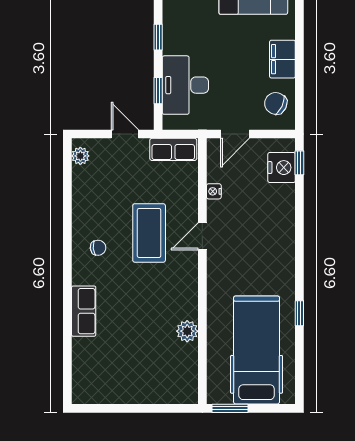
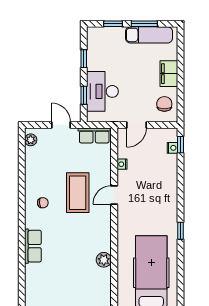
chair: (276, 103) -> (164, 104), turned 65
nightstand: (282, 168) -> (172, 148), width x0.53, depth x0.56
window: (299, 313) -> (181, 231), moved

